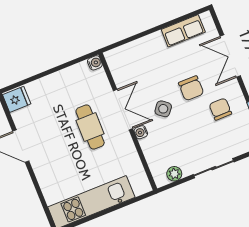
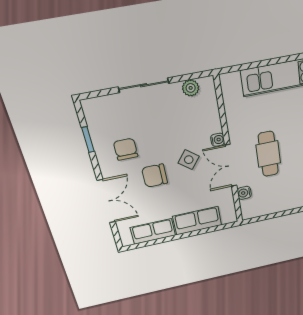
row of seats: (143, 48) -> (197, 221), added
water cooler: (95, 63) -> (244, 193), moved
chair: (191, 88) -> (155, 176), turned -90
chair: (220, 109) -> (126, 149), turned 180

